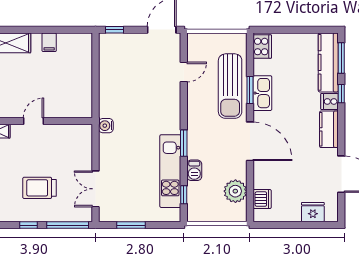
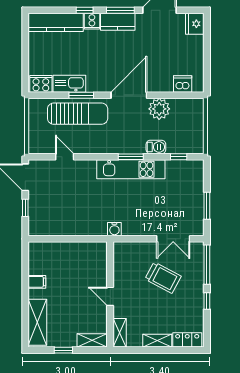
window: (115, 30) -> (25, 208), moved
window: (341, 58) -> (120, 10), moved
kitchen sink: (262, 93) -> (69, 84), moved
kitchen unit: (170, 171) -> (131, 169), moved
trolley: (39, 188) -> (163, 278), moved, turned -62
plant: (235, 191) -> (159, 109), moved
fridge: (313, 212) -> (195, 24), moved

